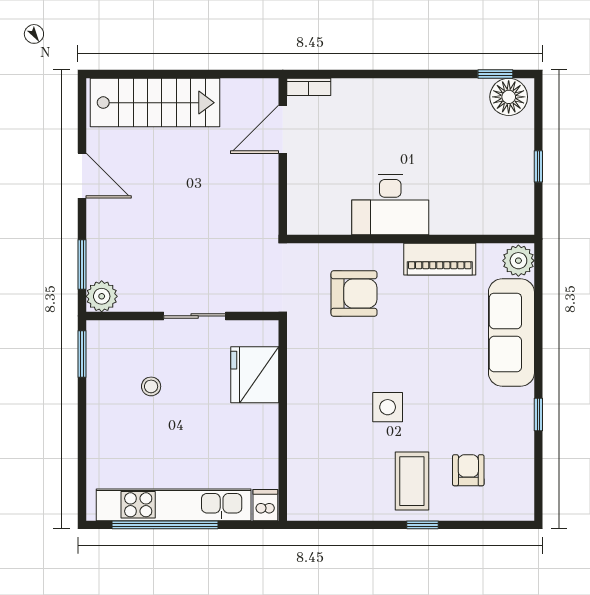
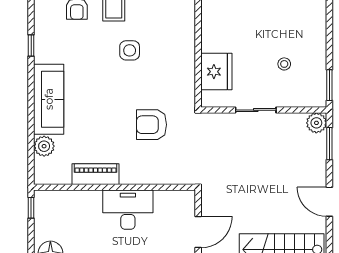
desk: (390, 205) -> (128, 210), moved
wall: (411, 239) -> (115, 187), moved
piano: (440, 259) -> (95, 174), moved

